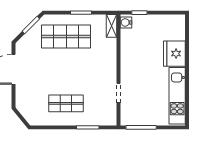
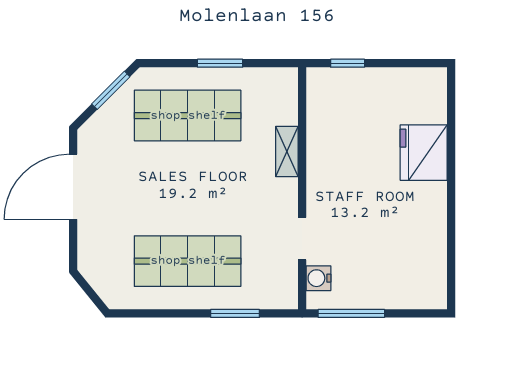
water cooler: (126, 22) -> (318, 278), moved
shelving: (112, 26) -> (287, 152), moved
kitchen unit: (177, 96) -> (430, 244), removed
shop shelf: (66, 103) -> (188, 261), width x1.43, depth x1.36

